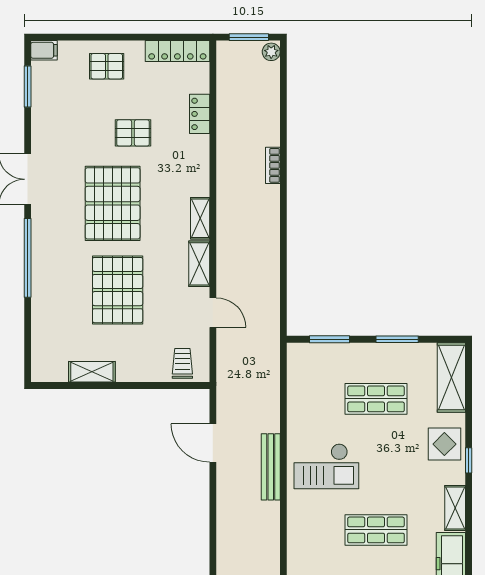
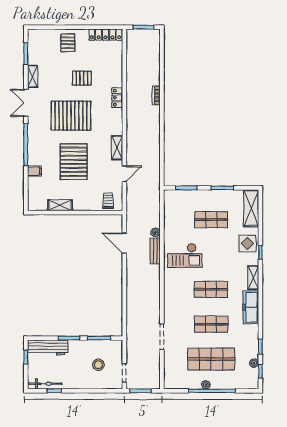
filing cabinet: (44, 50) -> (34, 171), moved
plant: (271, 52) -> (155, 232), moved
pallet: (107, 66) -> (68, 43), turned 90
locker: (200, 114) -> (117, 98), moved
pallet: (113, 203) -> (71, 116), turned 90
shelving: (200, 218) -> (33, 77), moved
door: (213, 313) -> (124, 174), hinge flipped
bench: (271, 467) -> (155, 251), width x0.73

